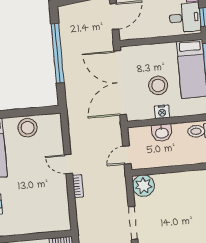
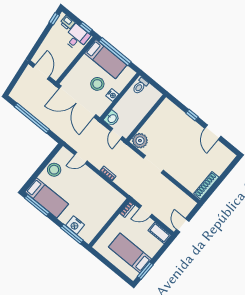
washbasin: (162, 133) -> (112, 118), moved
door: (68, 164) -> (81, 158), moved

